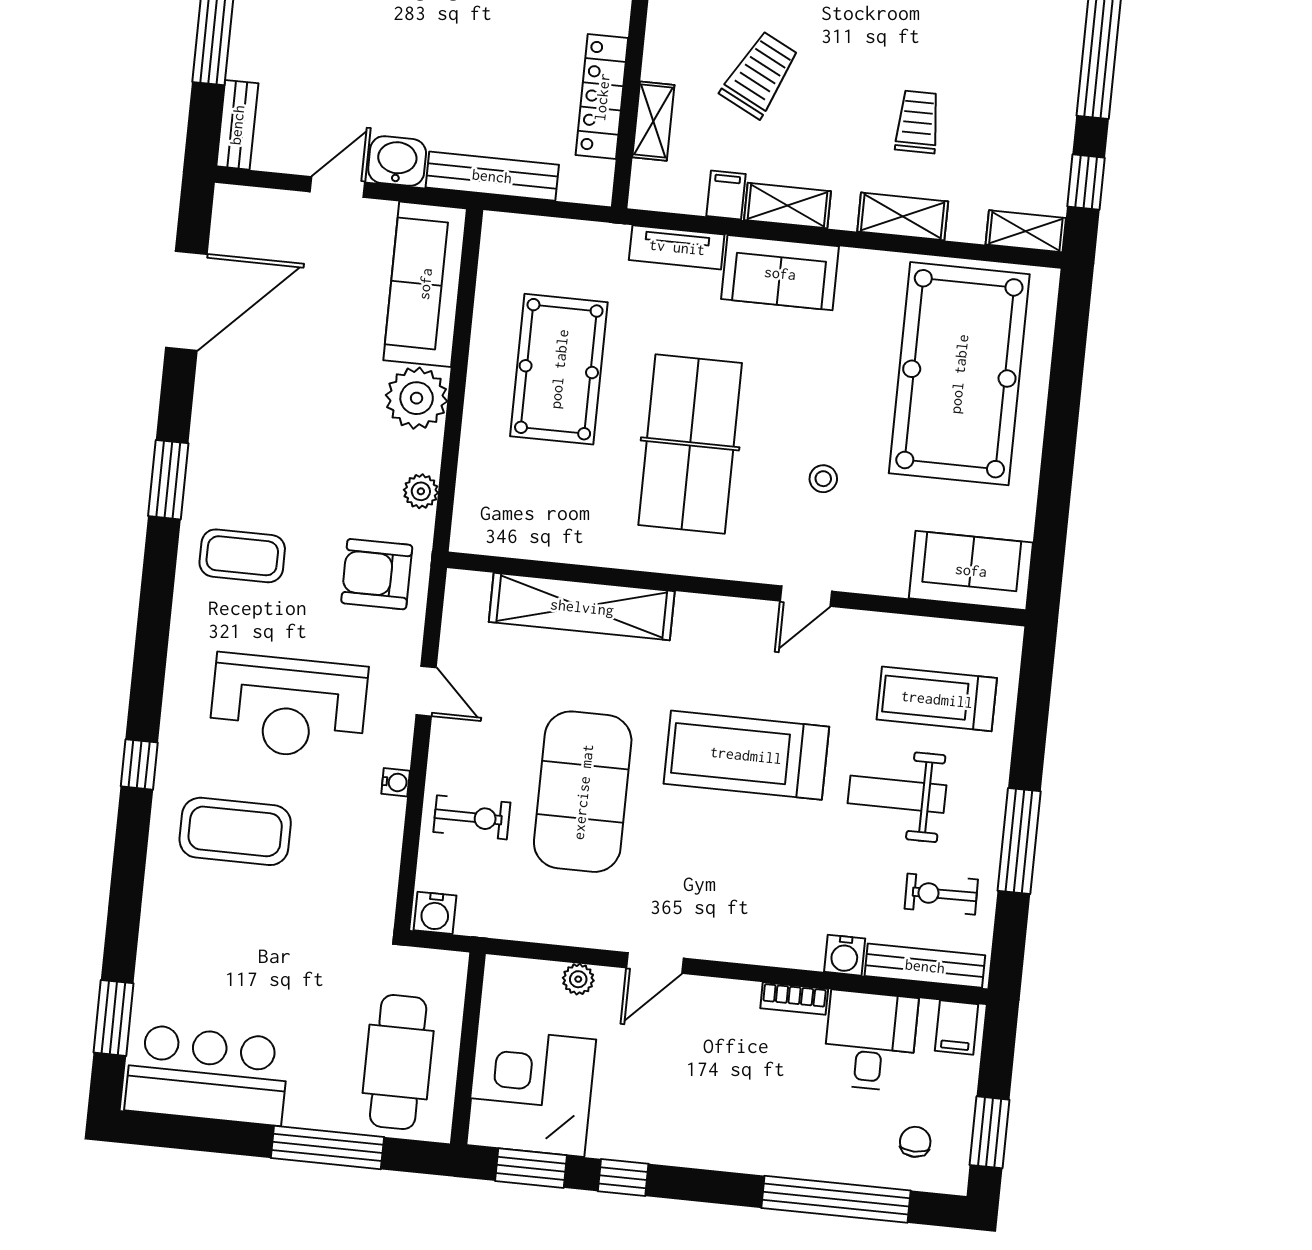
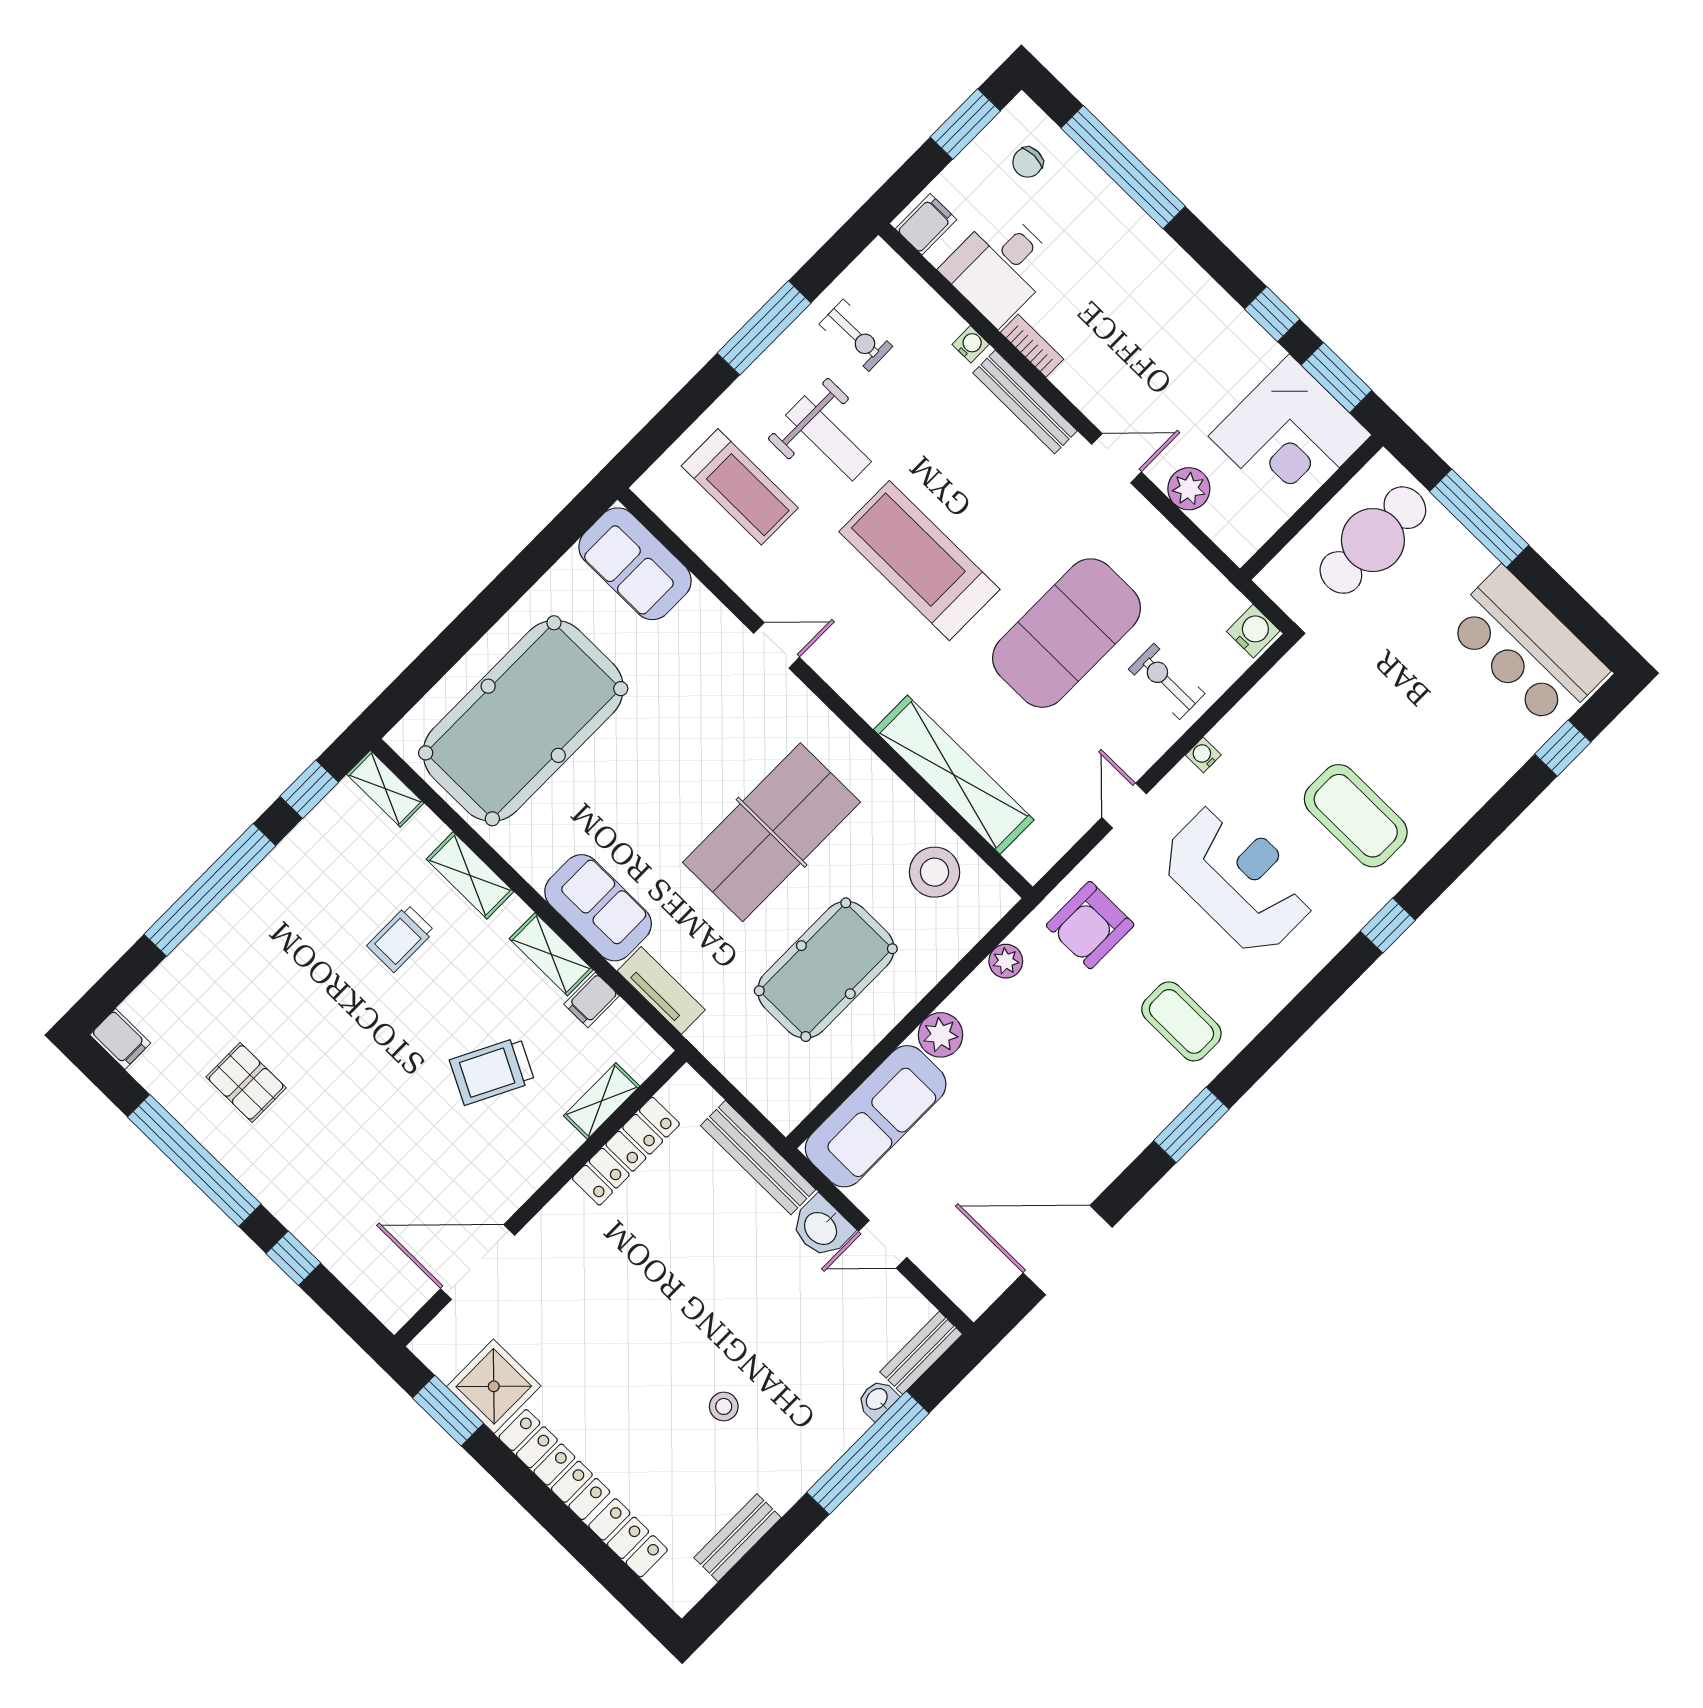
washbasin: (242, 60) -> (877, 1400), added
plant: (417, 398) -> (941, 1035), width x0.73, depth x0.73
stool: (823, 479) -> (935, 872), moved, width x1.89, depth x1.89
armchair: (377, 574) -> (1090, 925), turned 90
treadmill: (746, 755) -> (919, 560), turned 180
water cooler: (845, 955) -> (971, 344), width x0.72, depth x0.72
bench: (925, 966) -> (1025, 402), moved
plant: (578, 979) -> (1189, 489), width x1.38, depth x1.38
window: (113, 1018) -> (1563, 748), width x0.67

